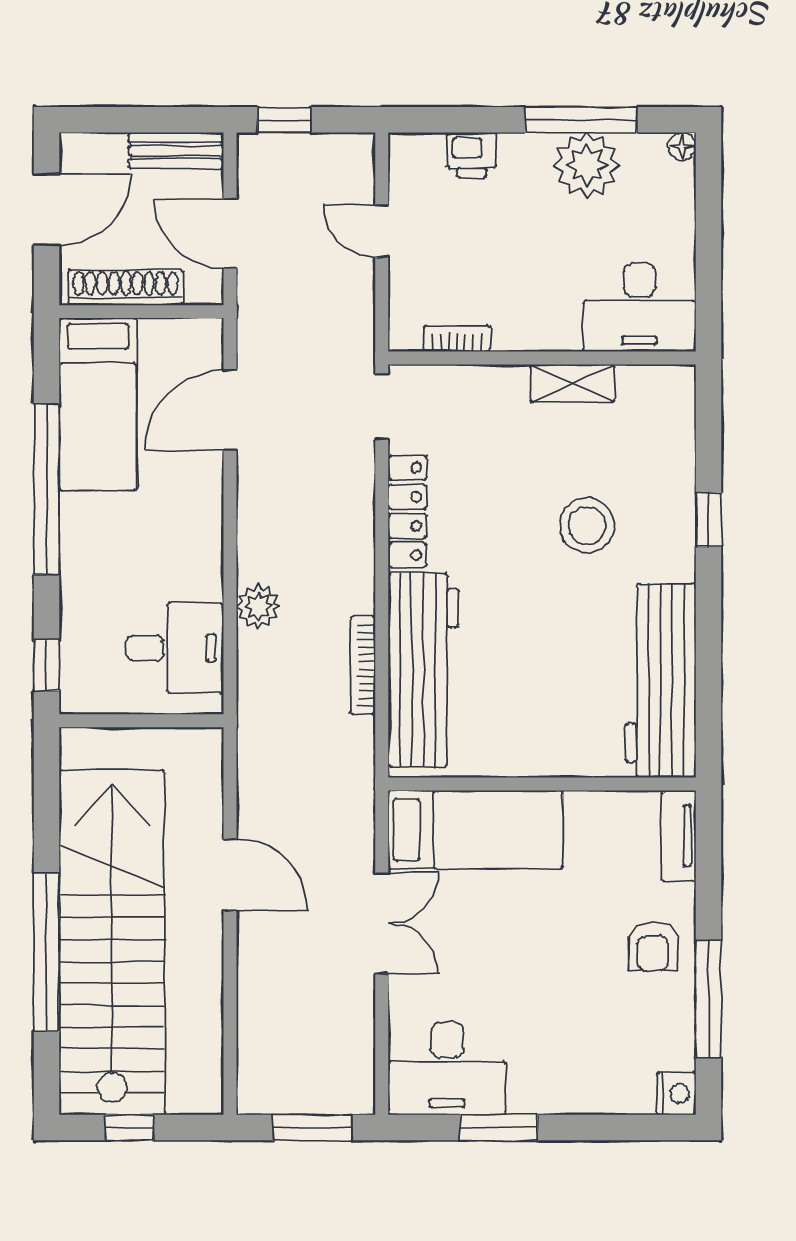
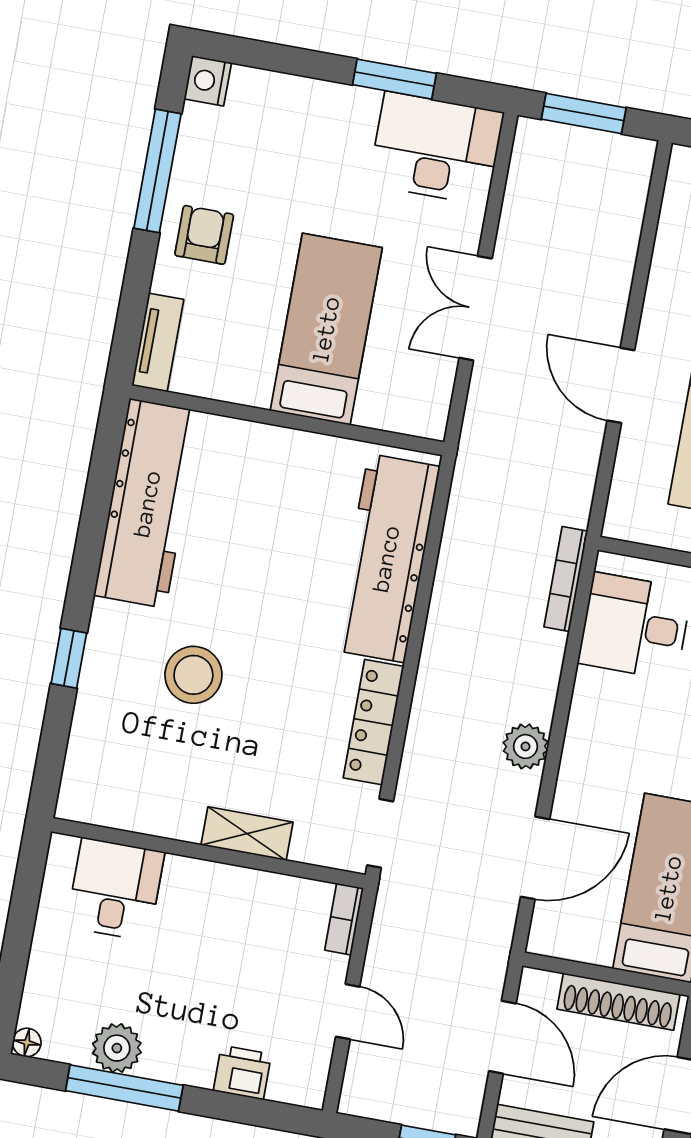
plant: (587, 165) -> (117, 1048), width x0.73, depth x0.73
desk: (640, 307) -> (115, 889), width x0.73
bookcase: (457, 339) -> (344, 919), moved, turned 90
shelving: (572, 383) -> (247, 834), moved
plant: (258, 606) -> (526, 746), moved
bookcase: (363, 665) -> (566, 579), moved, turned 180
bed: (475, 830) -> (326, 329), moved, turned 90

